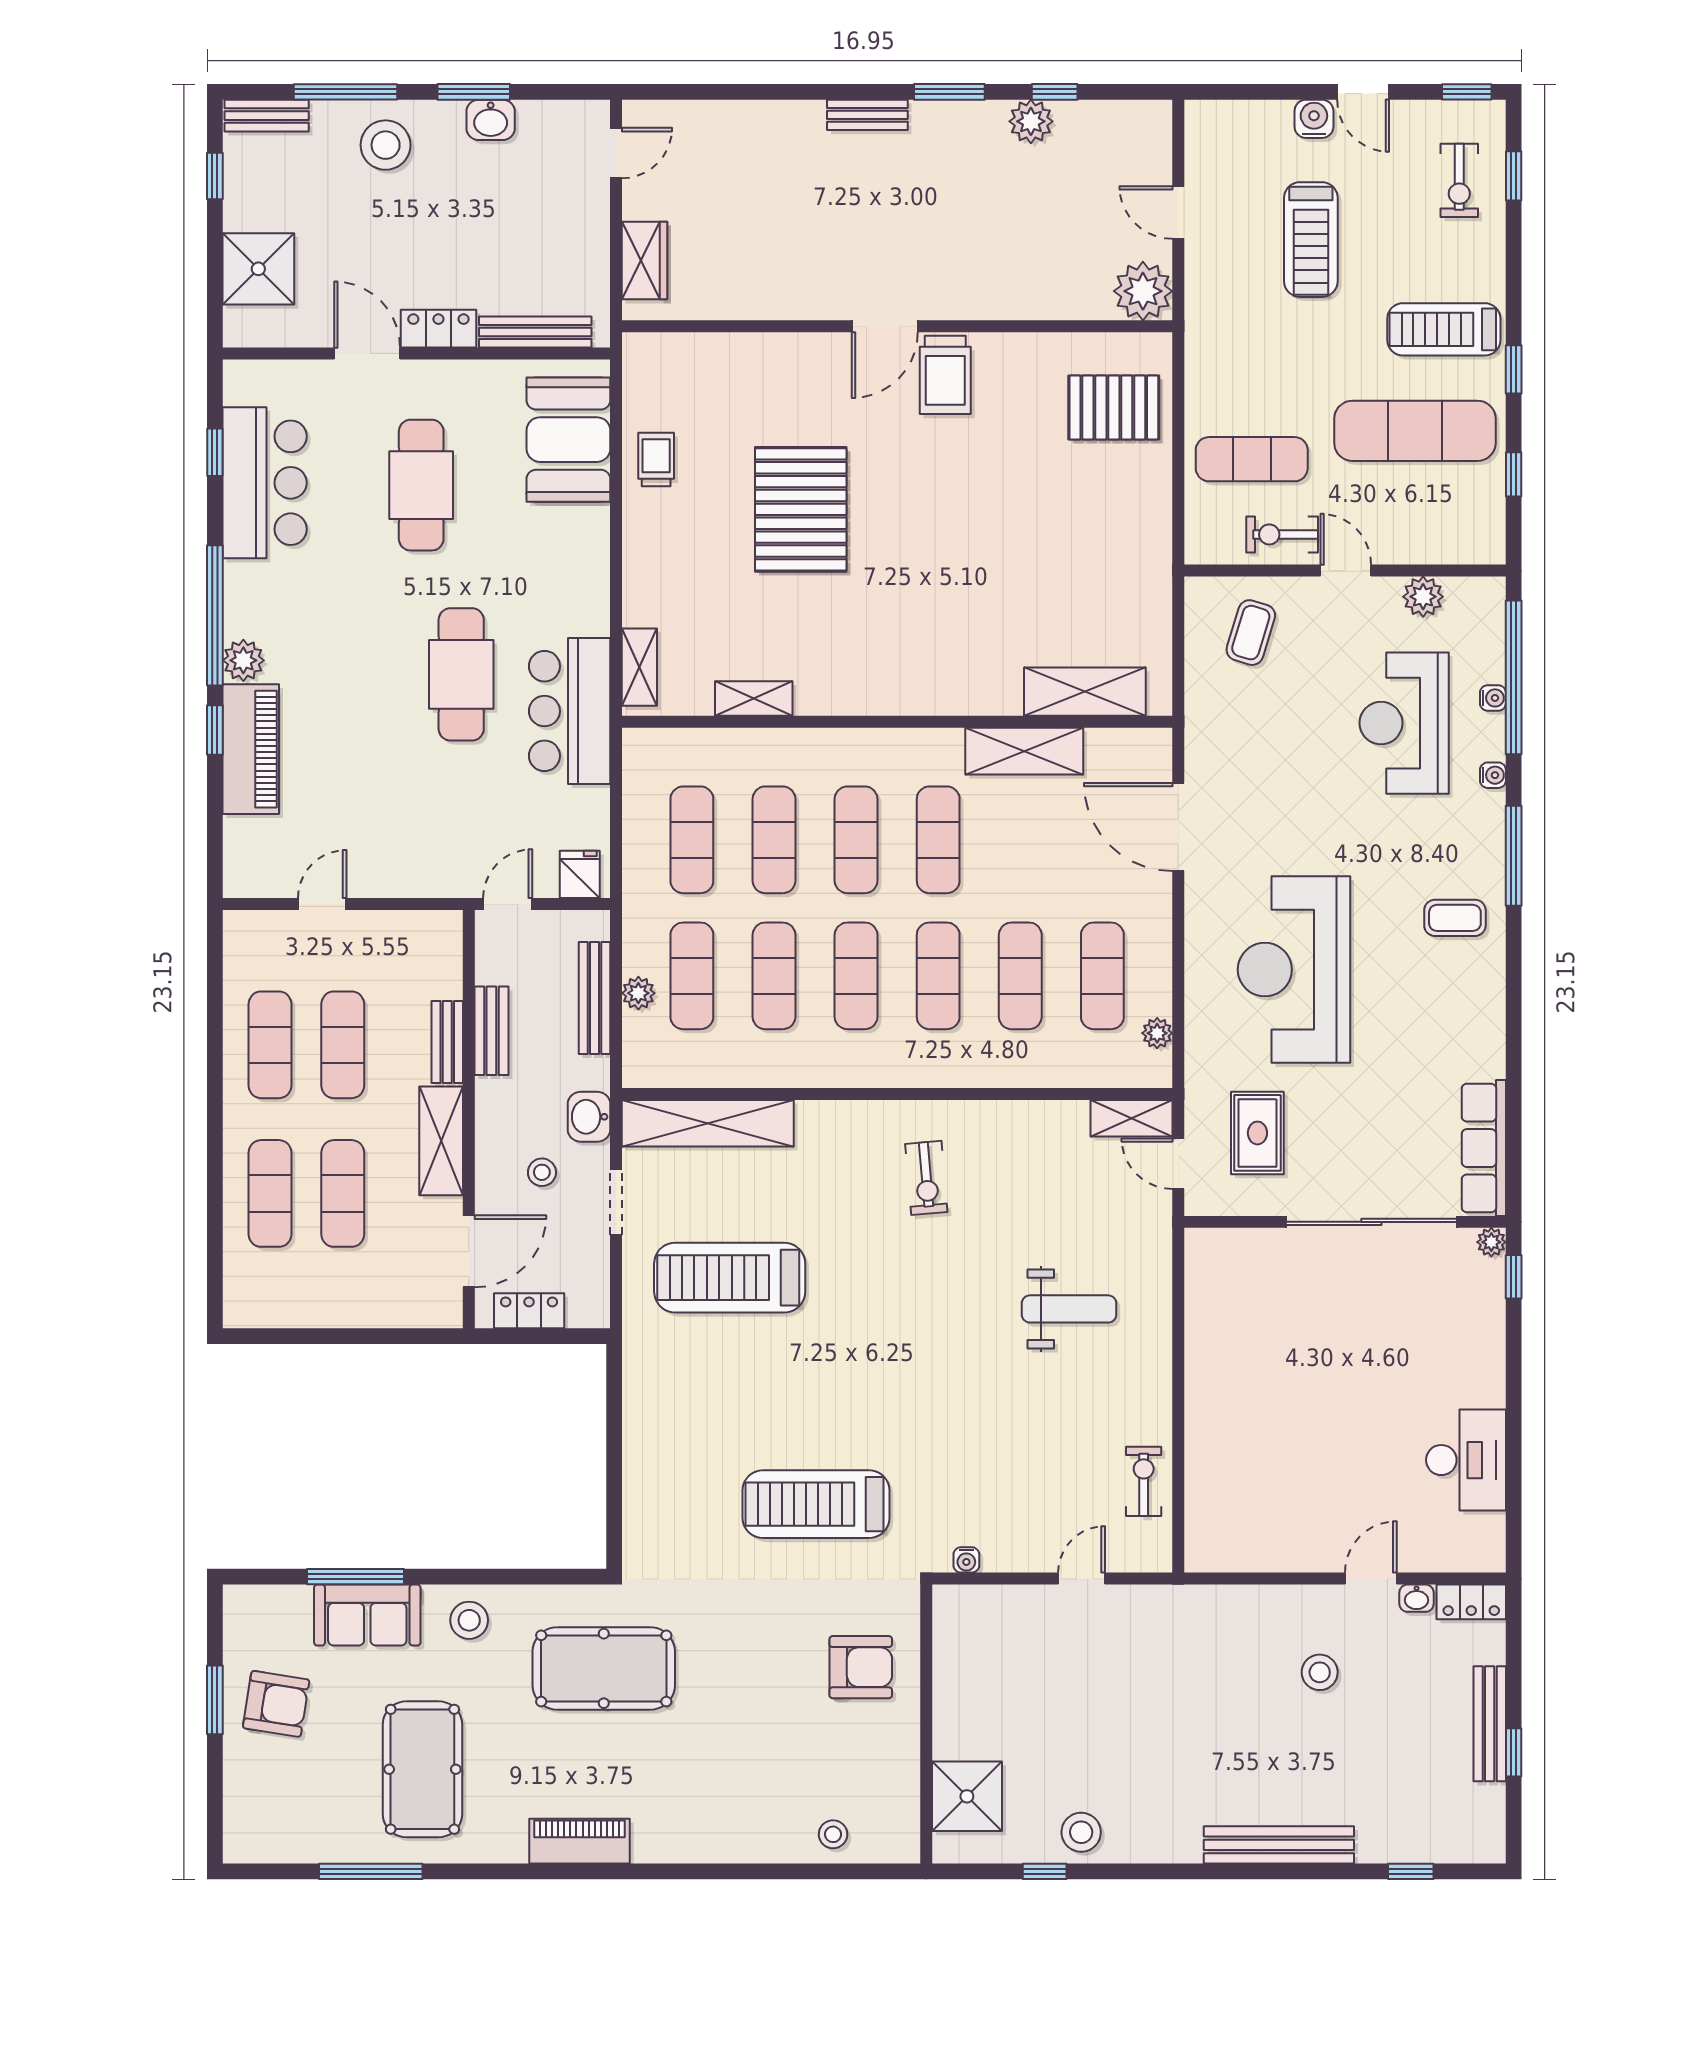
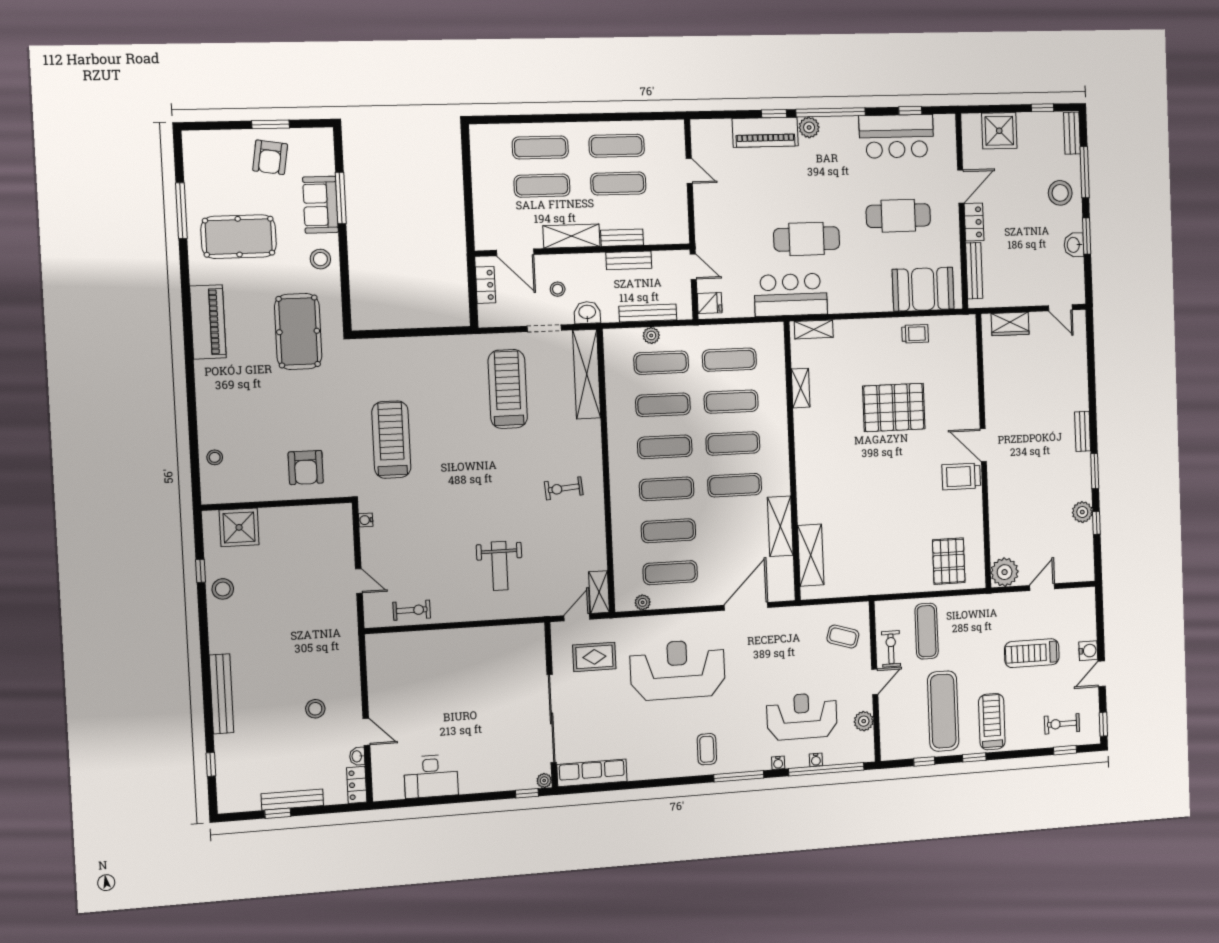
piano: (580, 1841) -> (208, 322), width x1.37, depth x1.33

